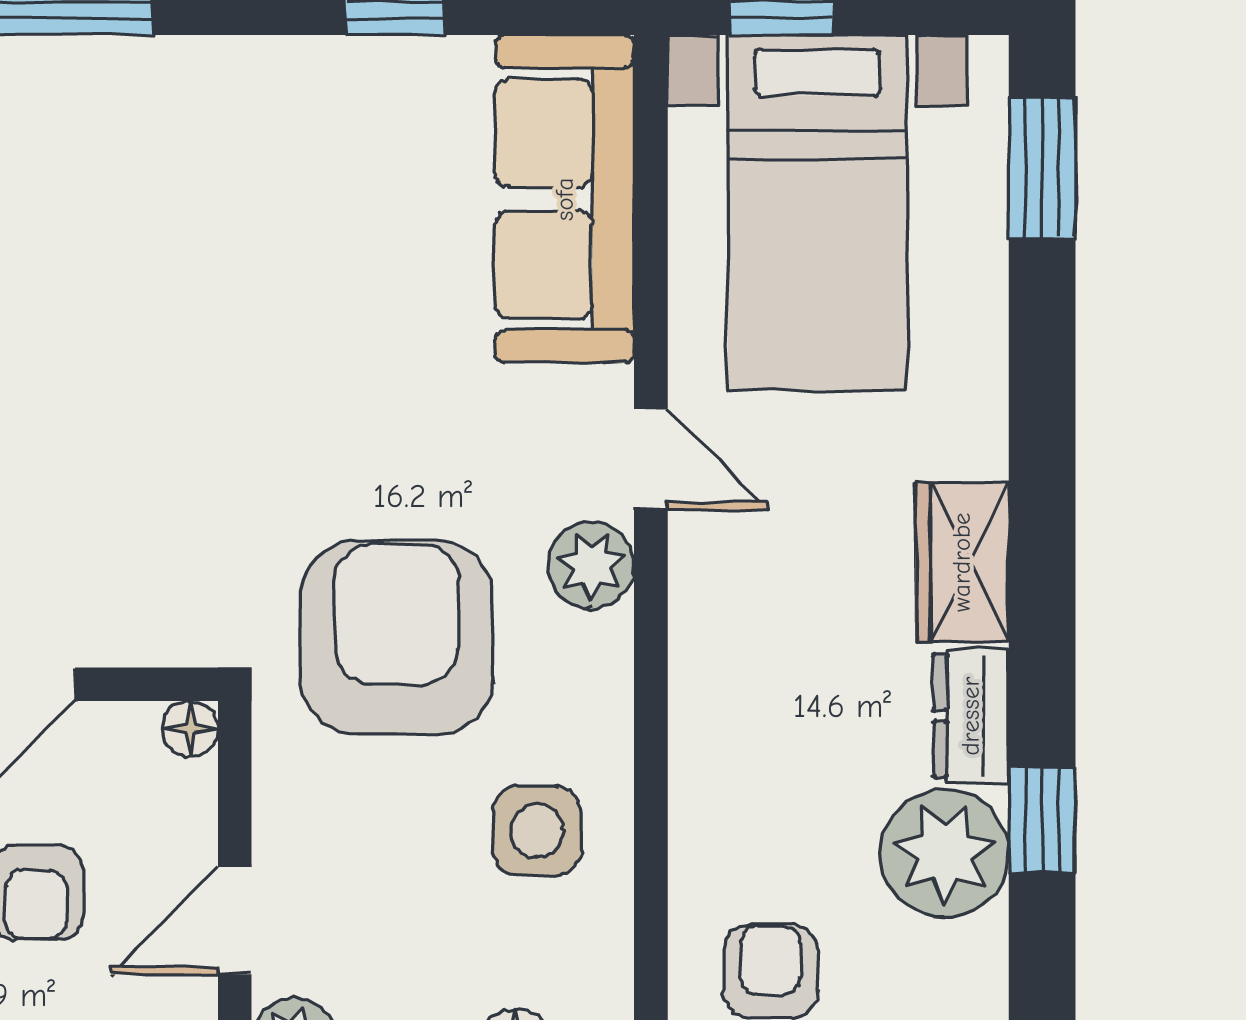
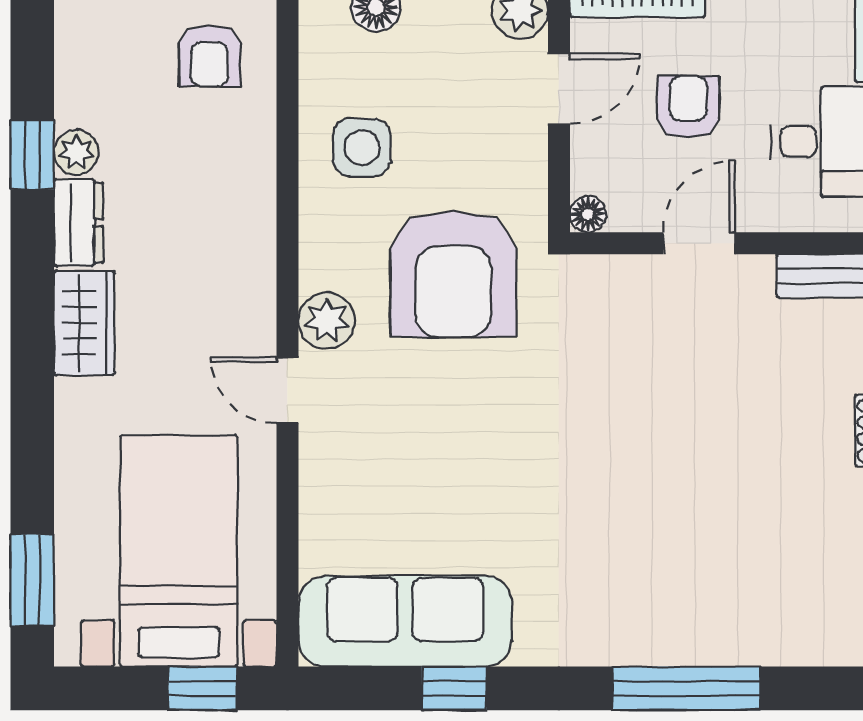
sofa: (565, 199) -> (405, 621), moved, turned -90
plant: (945, 853) -> (76, 152), width x0.53, depth x0.53

